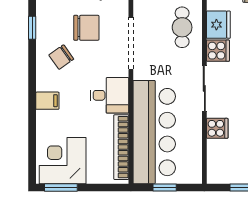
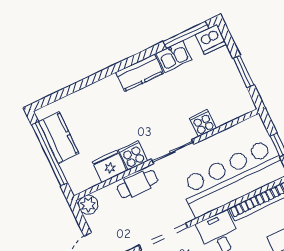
cafe table: (182, 27) -> (138, 184), moved

